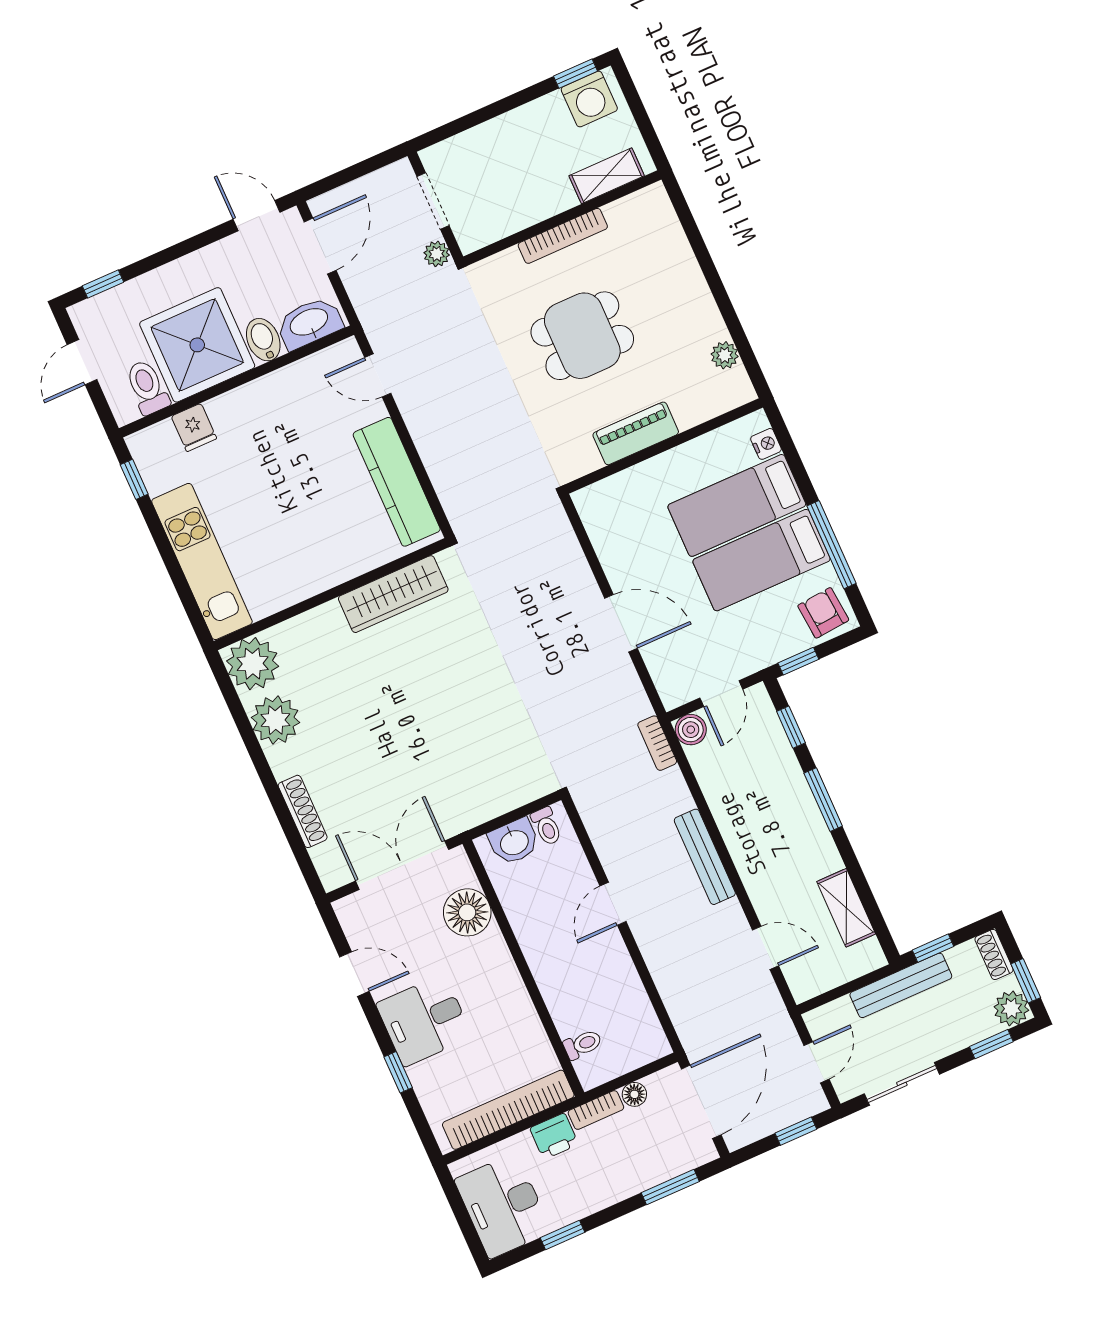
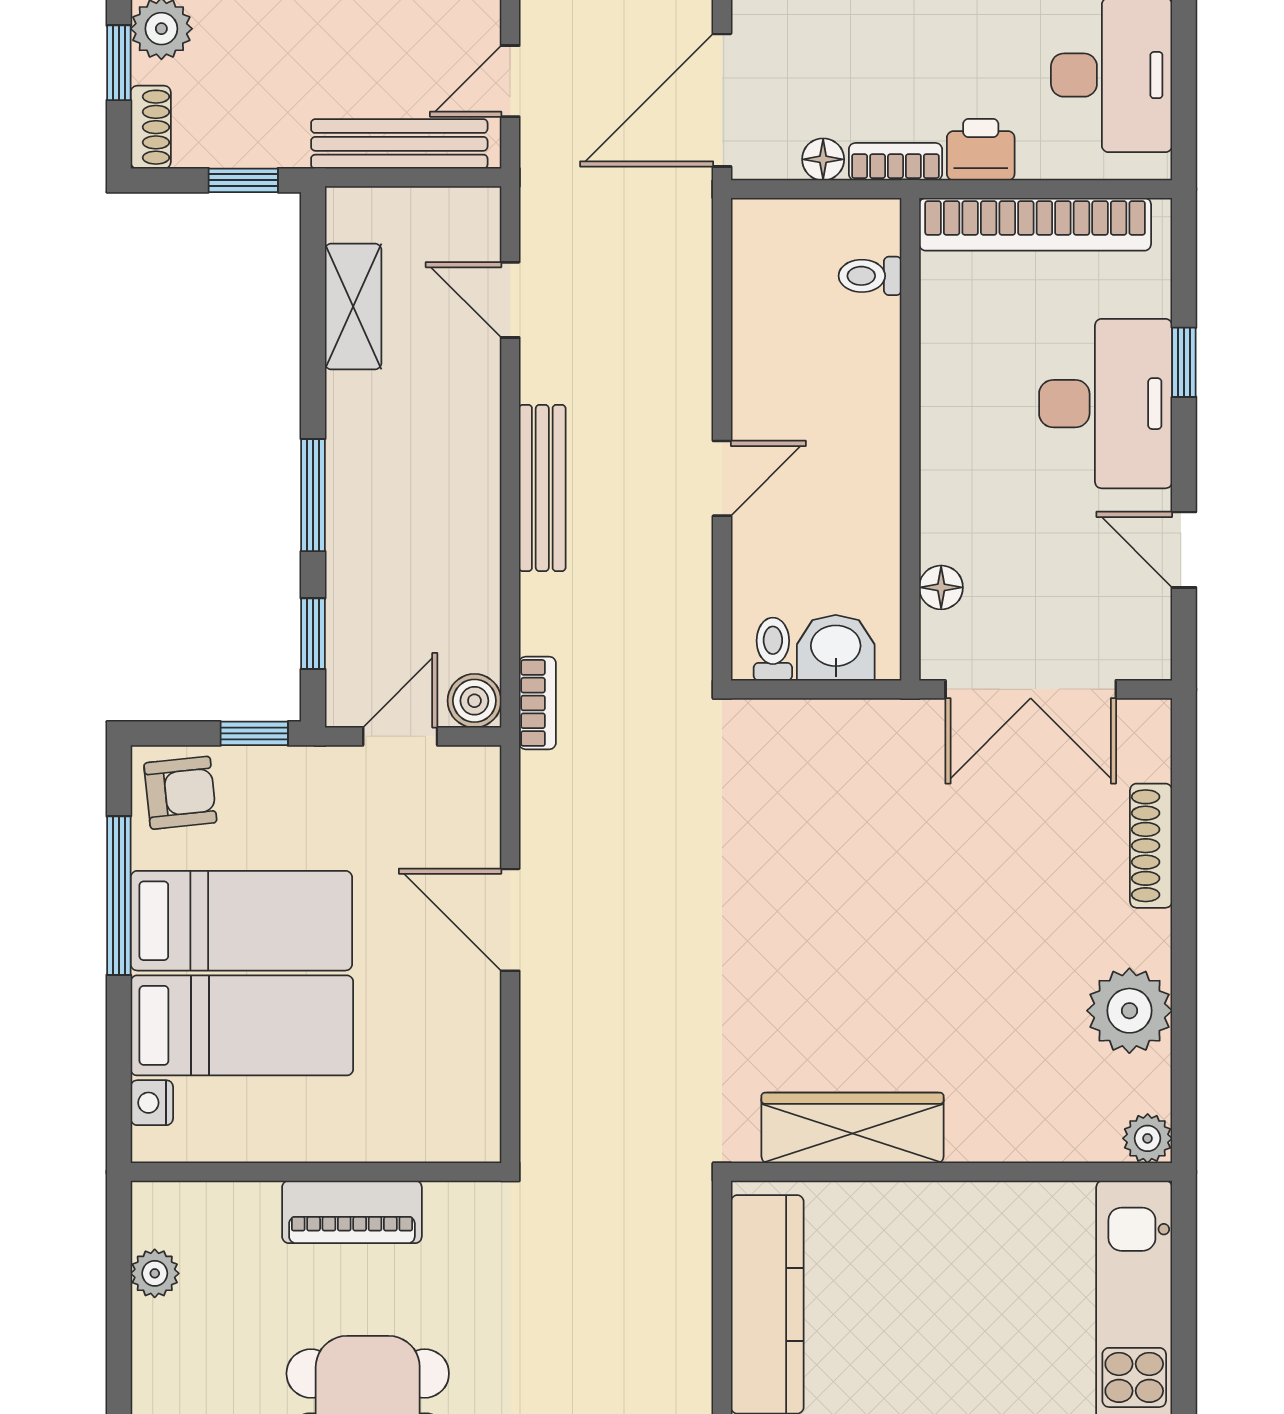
armchair: (823, 613) -> (180, 793), turned -91
plant: (253, 664) -> (1148, 1138), width x0.53, depth x0.53
floor lamp: (467, 912) -> (941, 587), width x0.53, depth x0.53
bench: (901, 985) -> (399, 144), moved
desk: (424, 1020) -> (1106, 404), width x1.37

